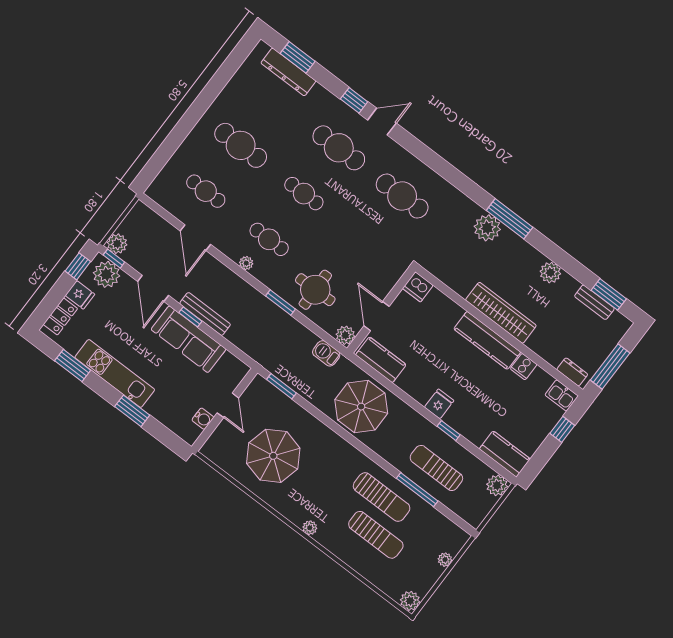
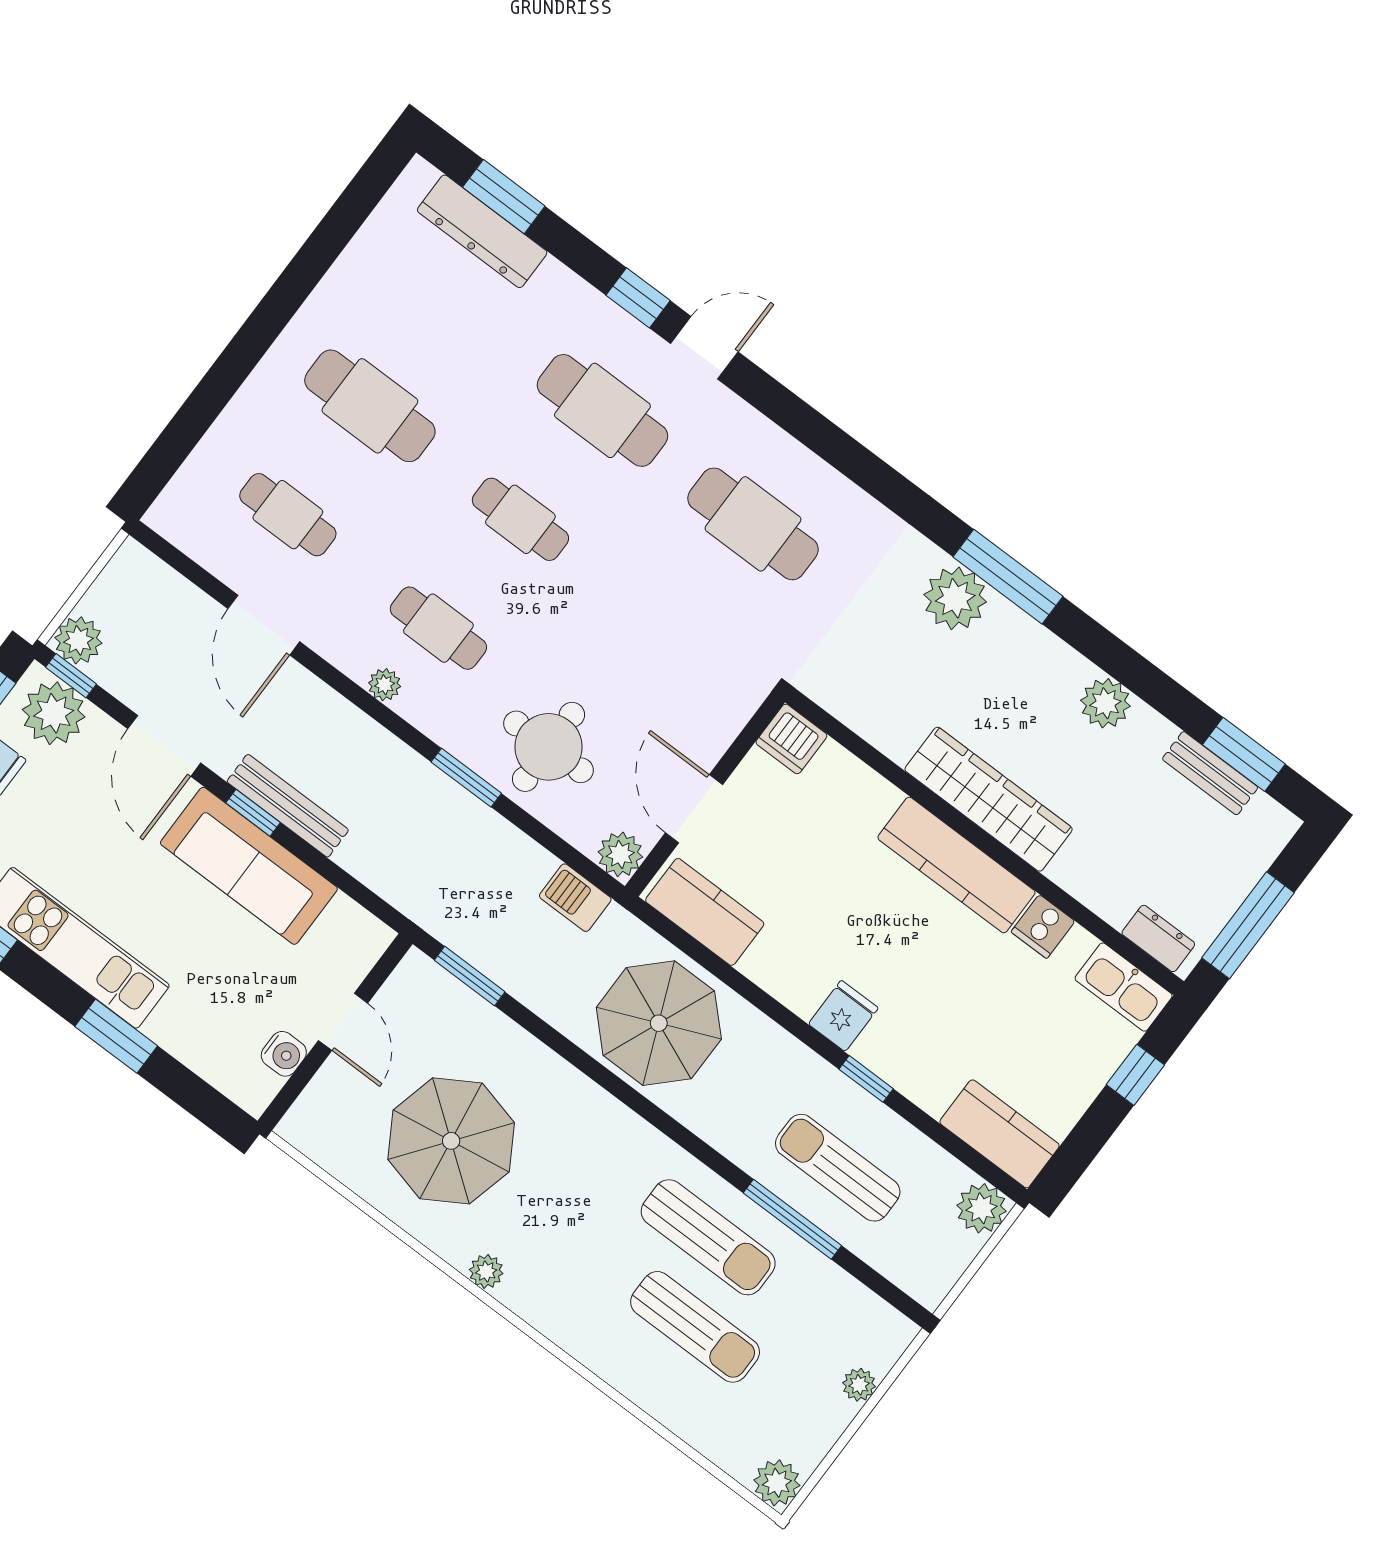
kitchen sink: (562, 395) -> (1124, 987), width x1.38
plant: (310, 528) -> (486, 1271), moved

